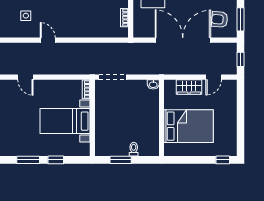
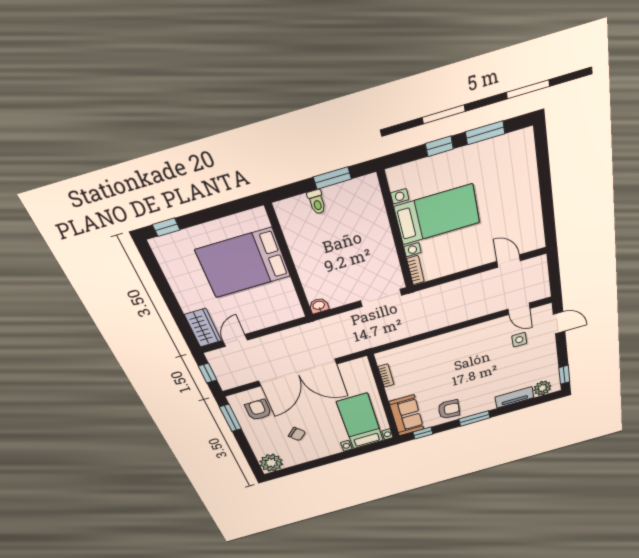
armchair: (220, 19) -> (258, 410), turned -95
door: (48, 40) -> (519, 309), moved
wardrobe: (189, 87) -> (203, 328), moved, turned 90

